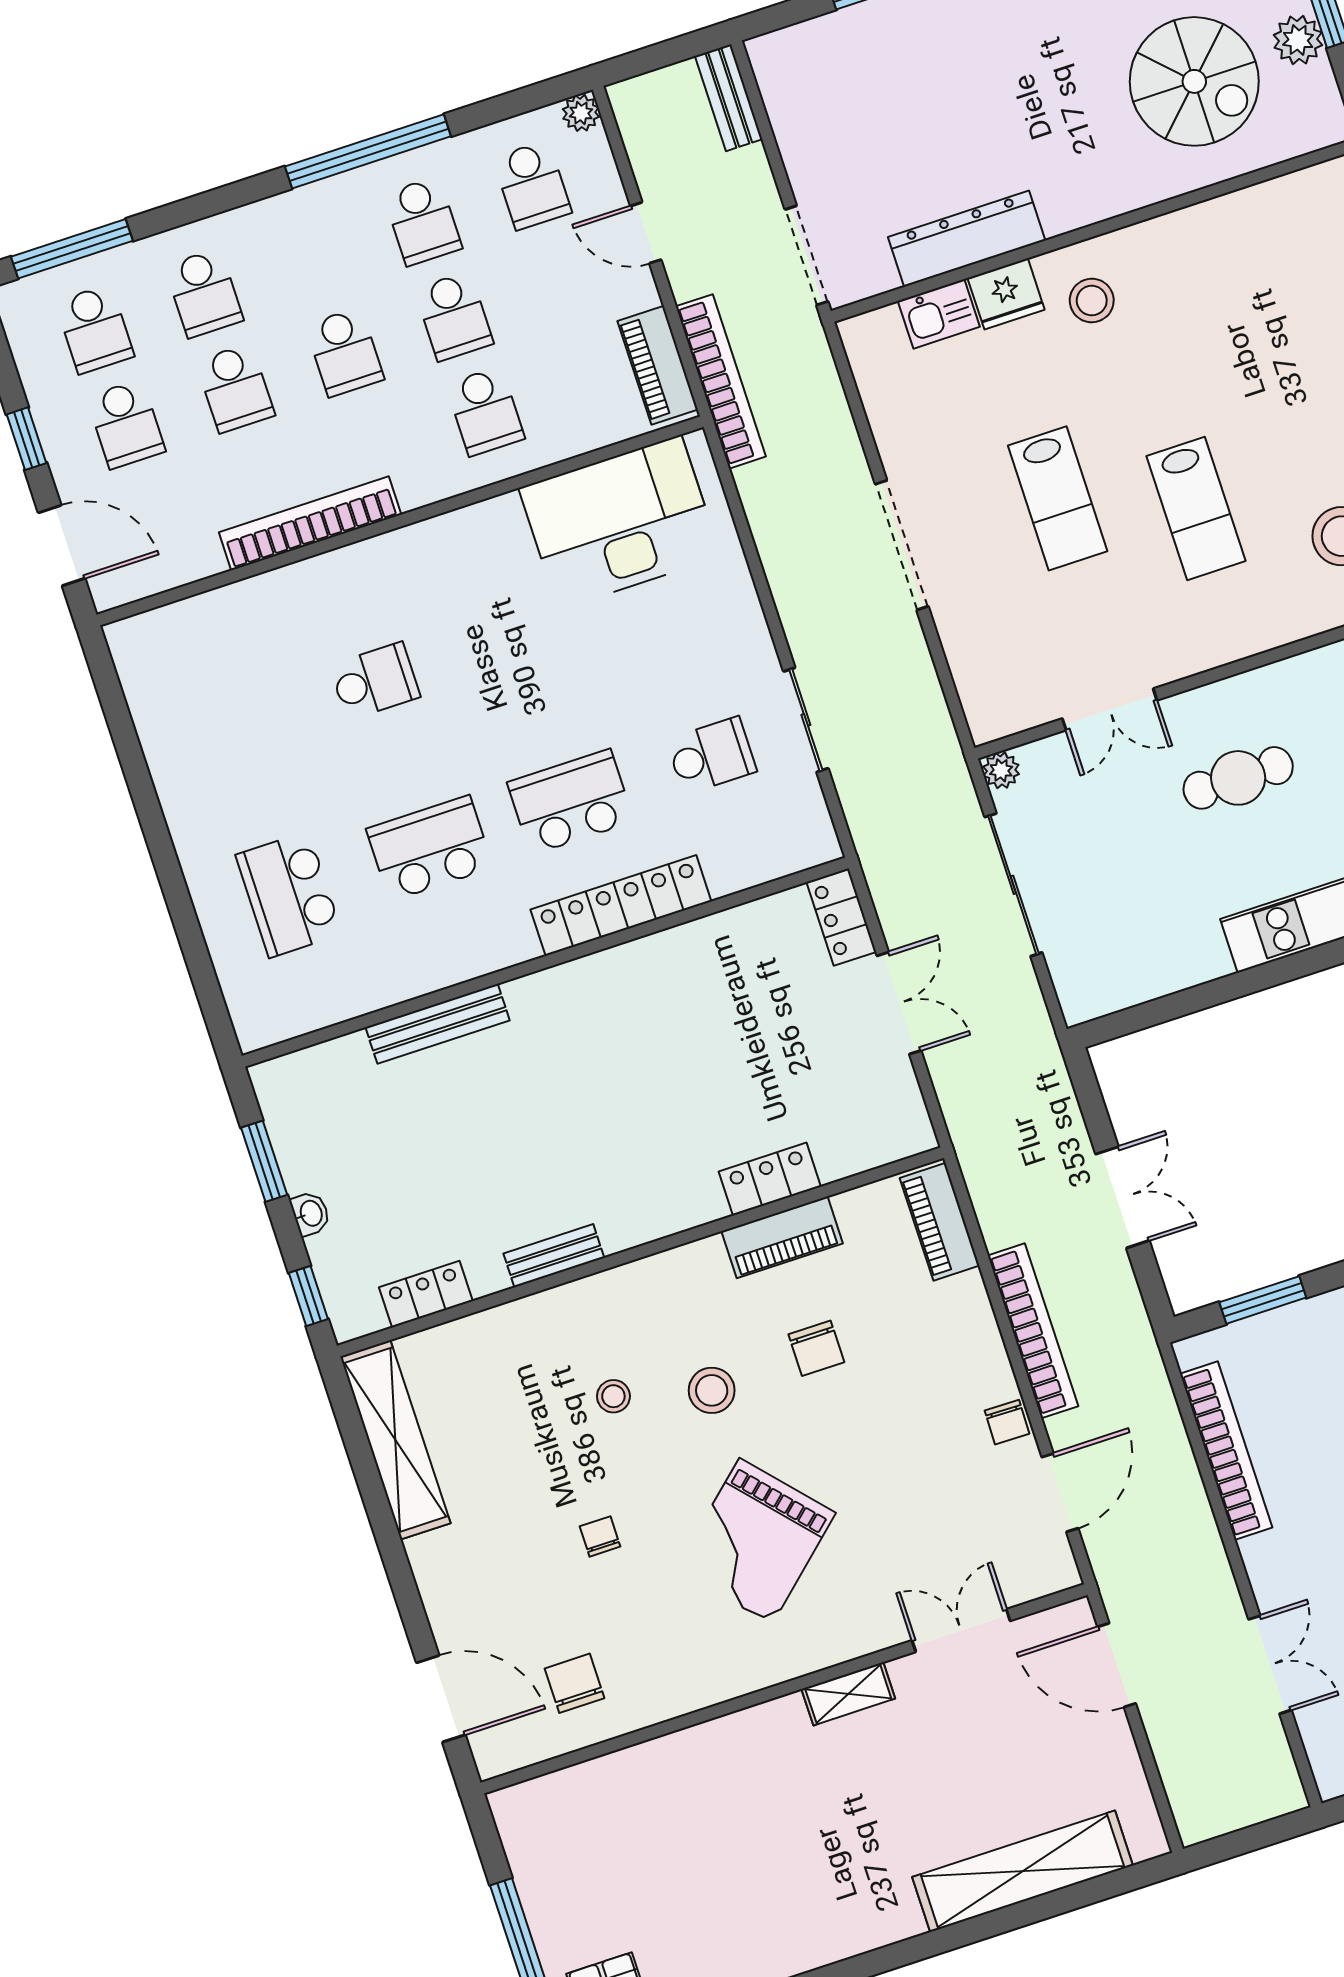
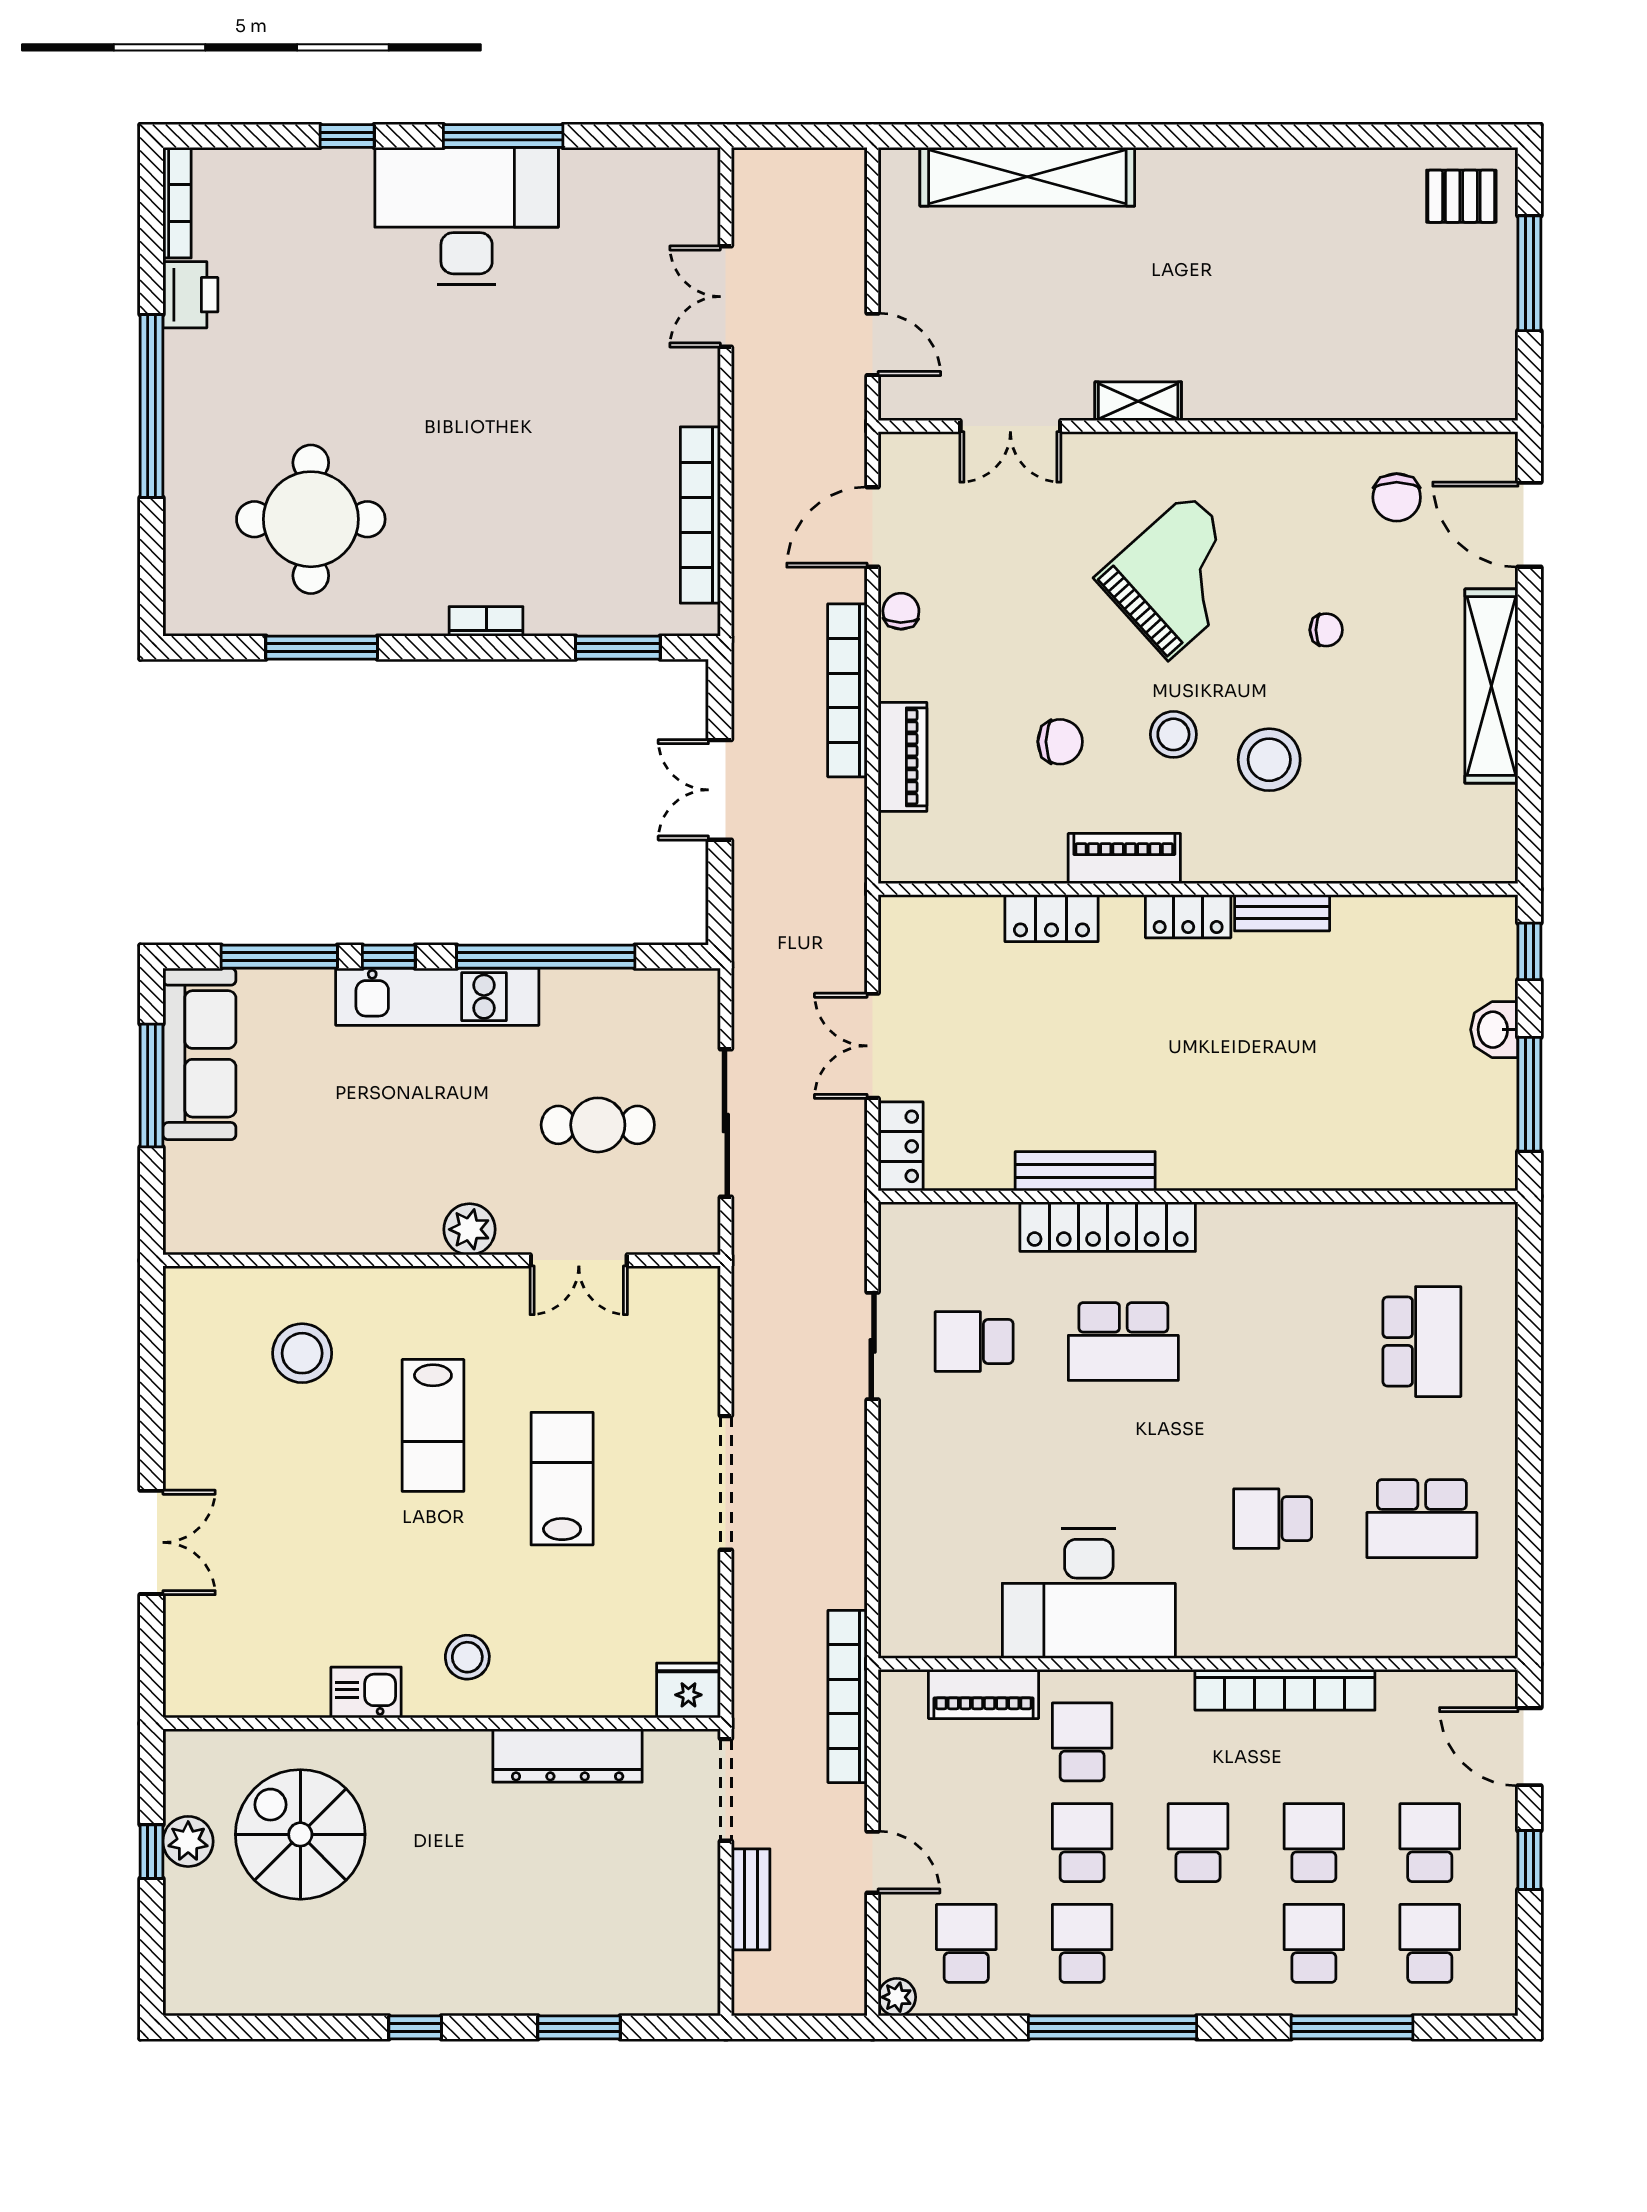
bench: (729, 98) -> (751, 1899), moved
window: (72, 249) -> (1352, 2027), moved
fridge: (1006, 294) -> (688, 1690), moved
kitchen sink: (939, 314) -> (366, 1692), moved
piano: (658, 365) -> (984, 1694), moved, turned 90
lab bench: (1196, 509) -> (433, 1425), turned 180
desk: (620, 522) -> (1089, 1594), moved
double door: (1110, 709) -> (579, 1260), swing flipped
plant: (1001, 770) -> (470, 1229), moved, width x1.38, depth x1.38
cafe table: (1238, 778) -> (598, 1125), moved
school desk: (430, 848) -> (1422, 1519), moved
window: (1235, 986) -> (546, 957), added
bench: (438, 1024) -> (1085, 1171), moved
window: (264, 1161) -> (1529, 1094), width x1.44
washbasin: (310, 1214) -> (1494, 1030), width x1.38, depth x1.45
piano: (940, 1222) -> (902, 757), moved
piano: (782, 1237) -> (1124, 859), moved
locker: (426, 1294) -> (1188, 916), moved
chair: (816, 1348) -> (1060, 742), turned 90
stool: (613, 1396) -> (1269, 760), width x1.89, depth x1.89
shelving: (395, 1440) -> (1491, 686), moved
chair: (600, 1536) -> (1326, 630), turned -90
door: (1117, 1665) -> (873, 344), width x0.73

